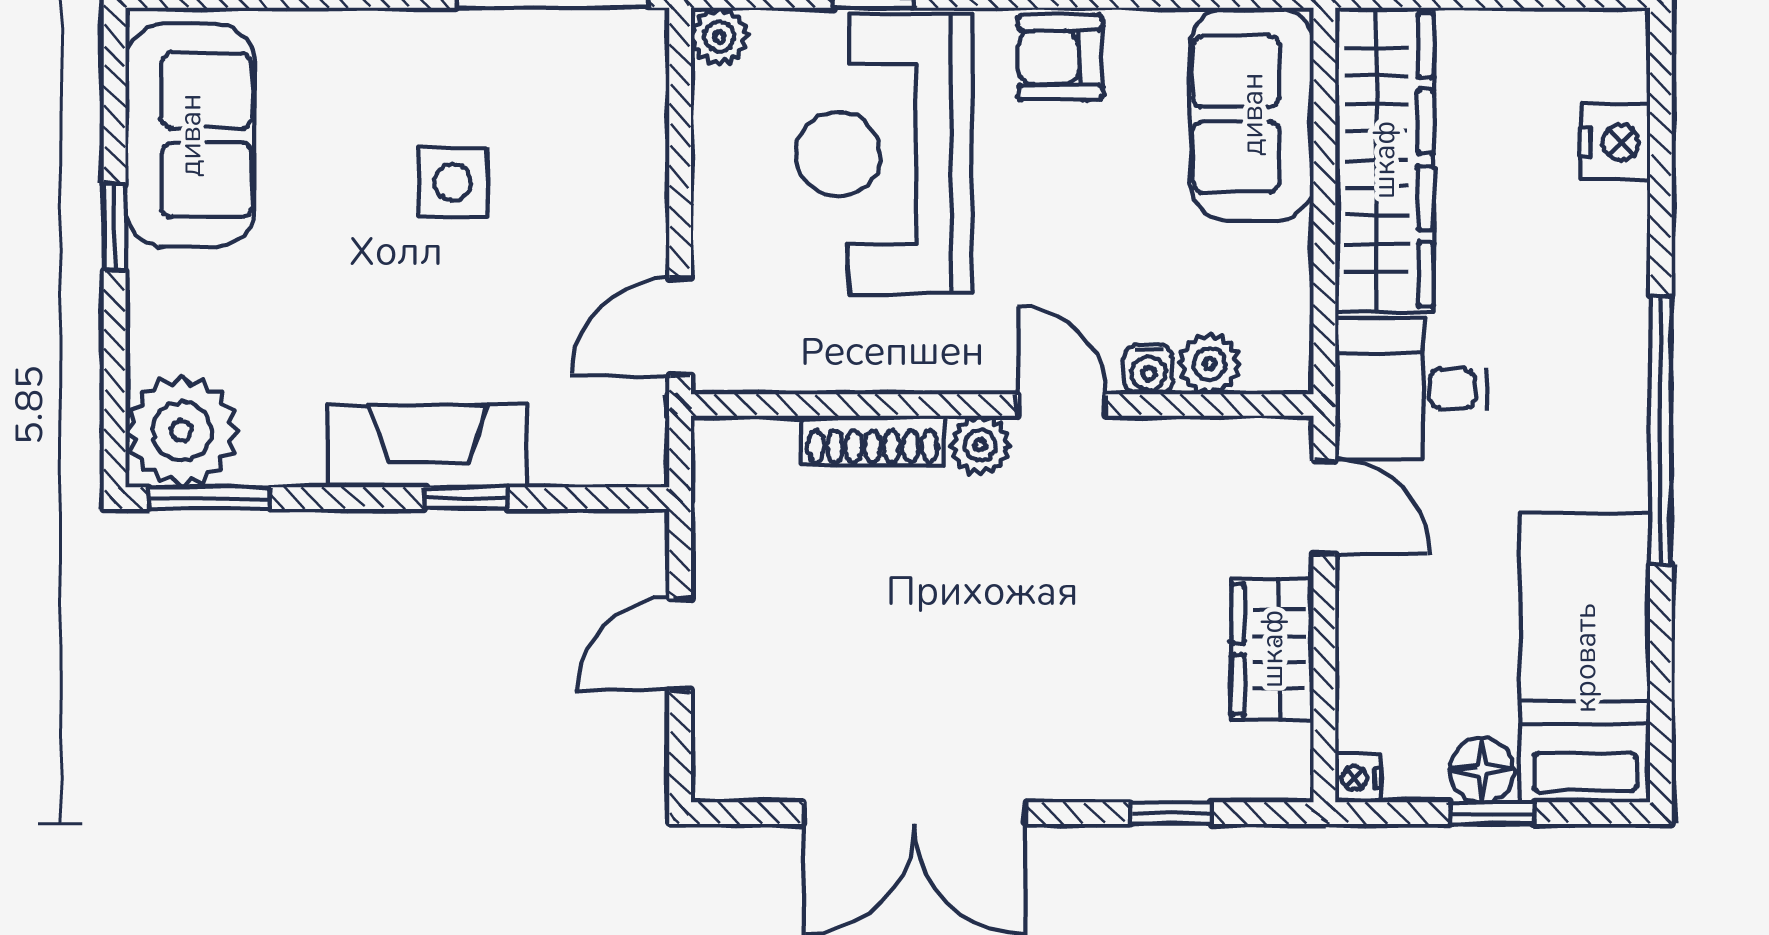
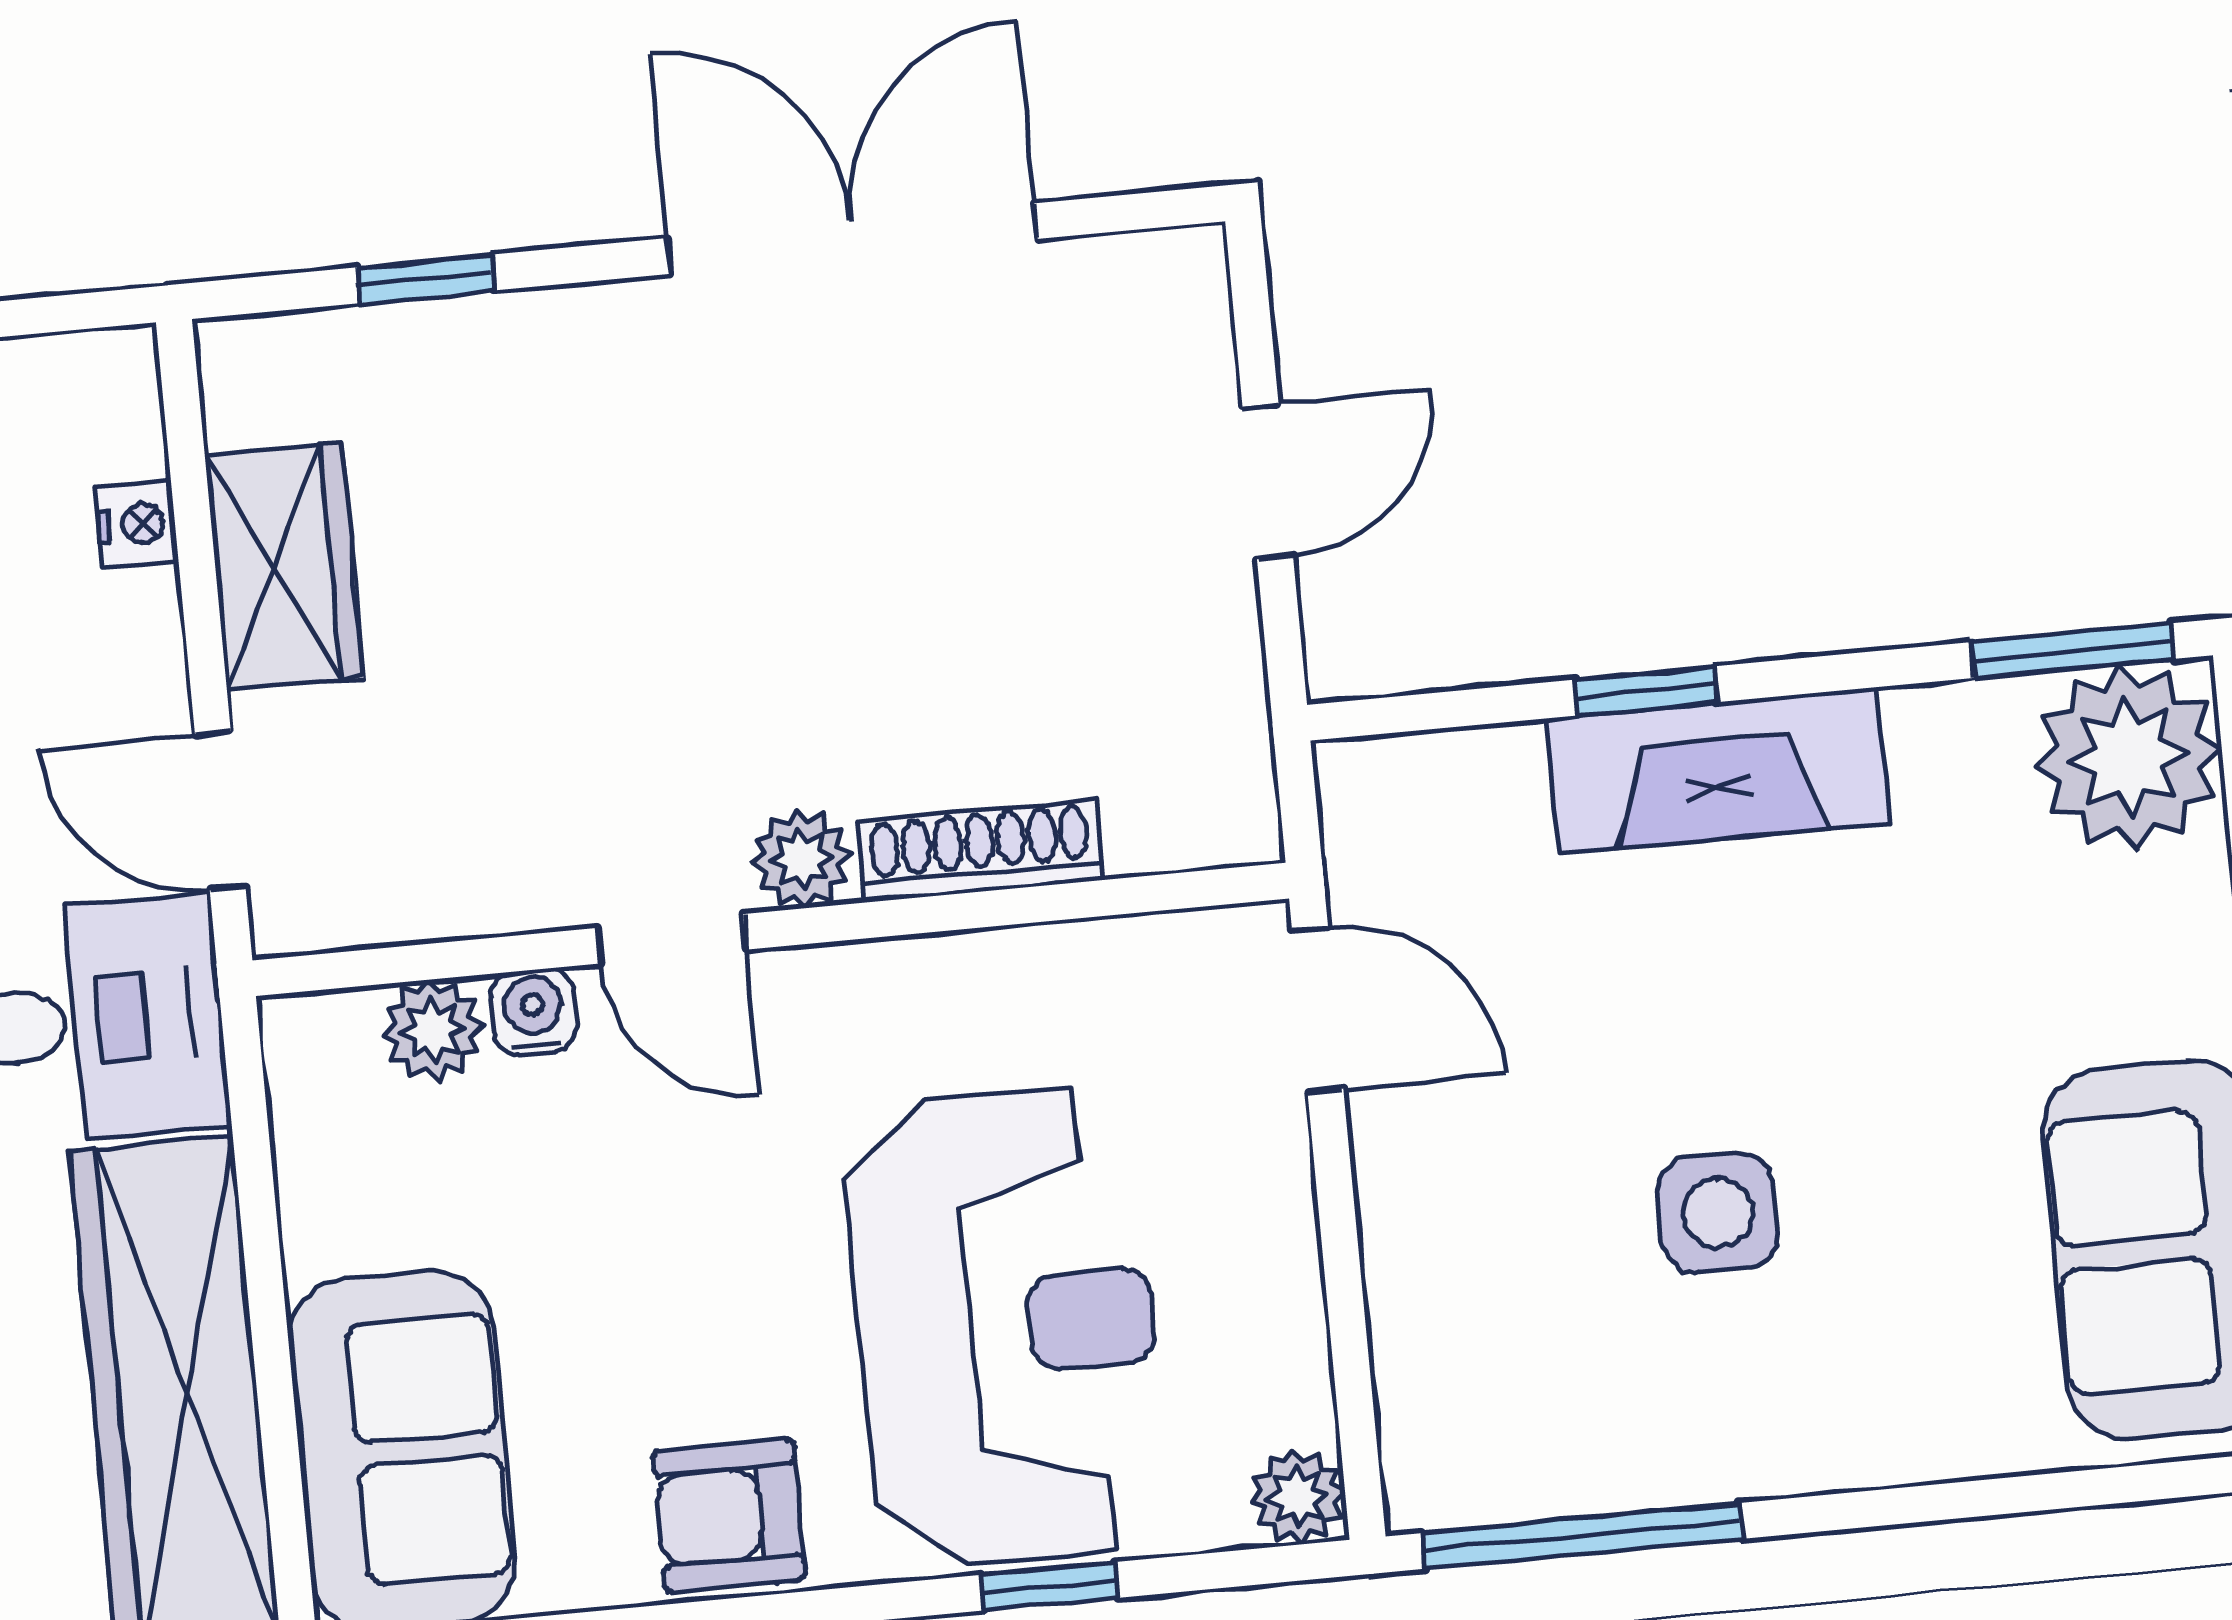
armchair: (1060, 57) -> (729, 1515), turned 180
door: (680, 326) -> (1318, 1009), hinge flipped
nightstand: (1358, 778) -> (137, 524), moved

